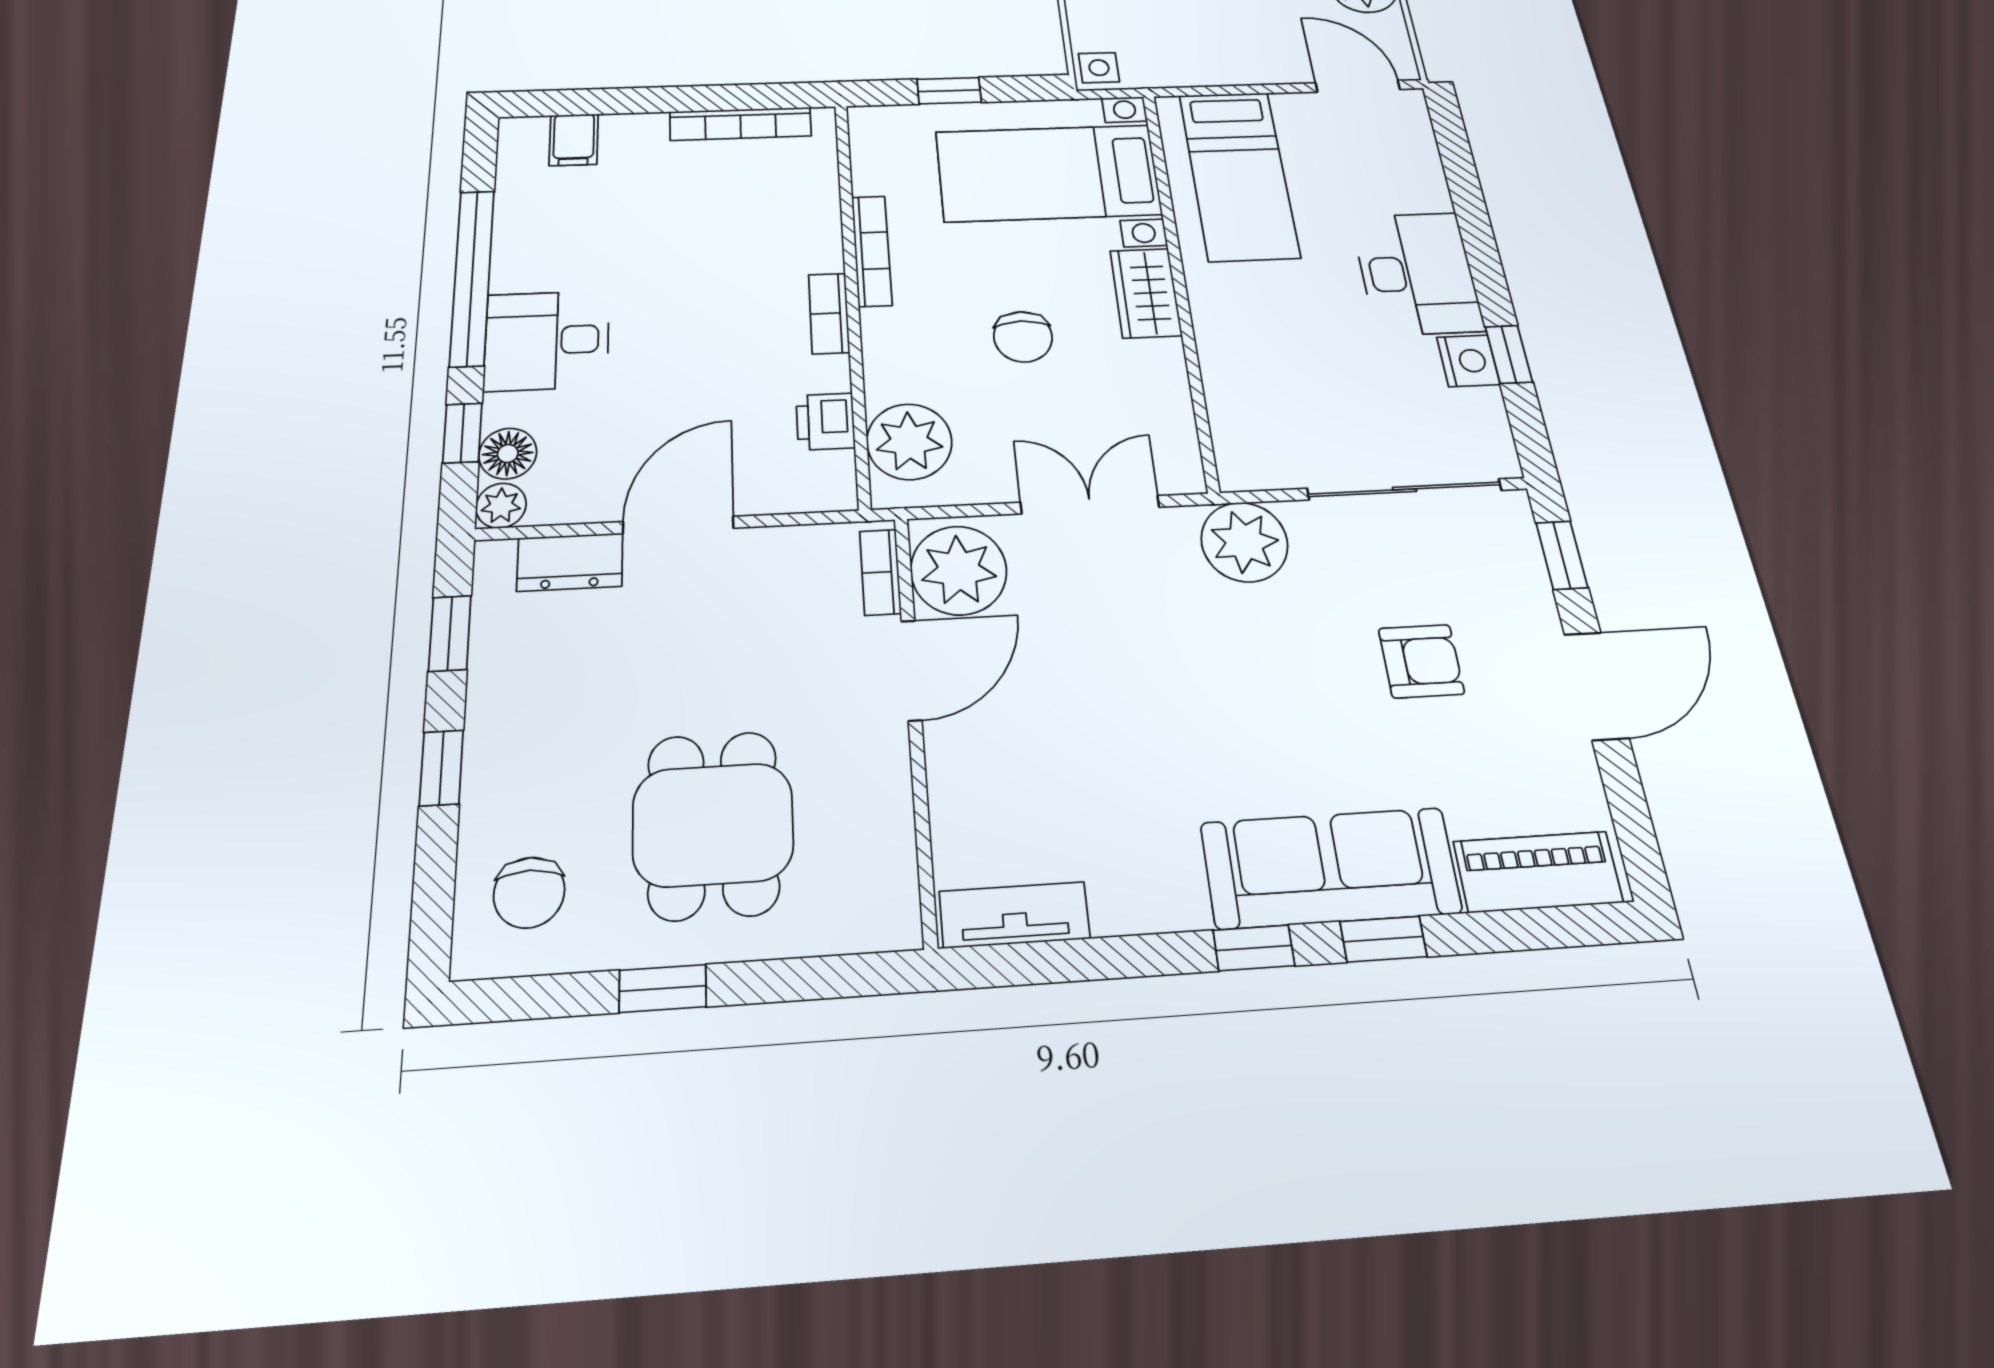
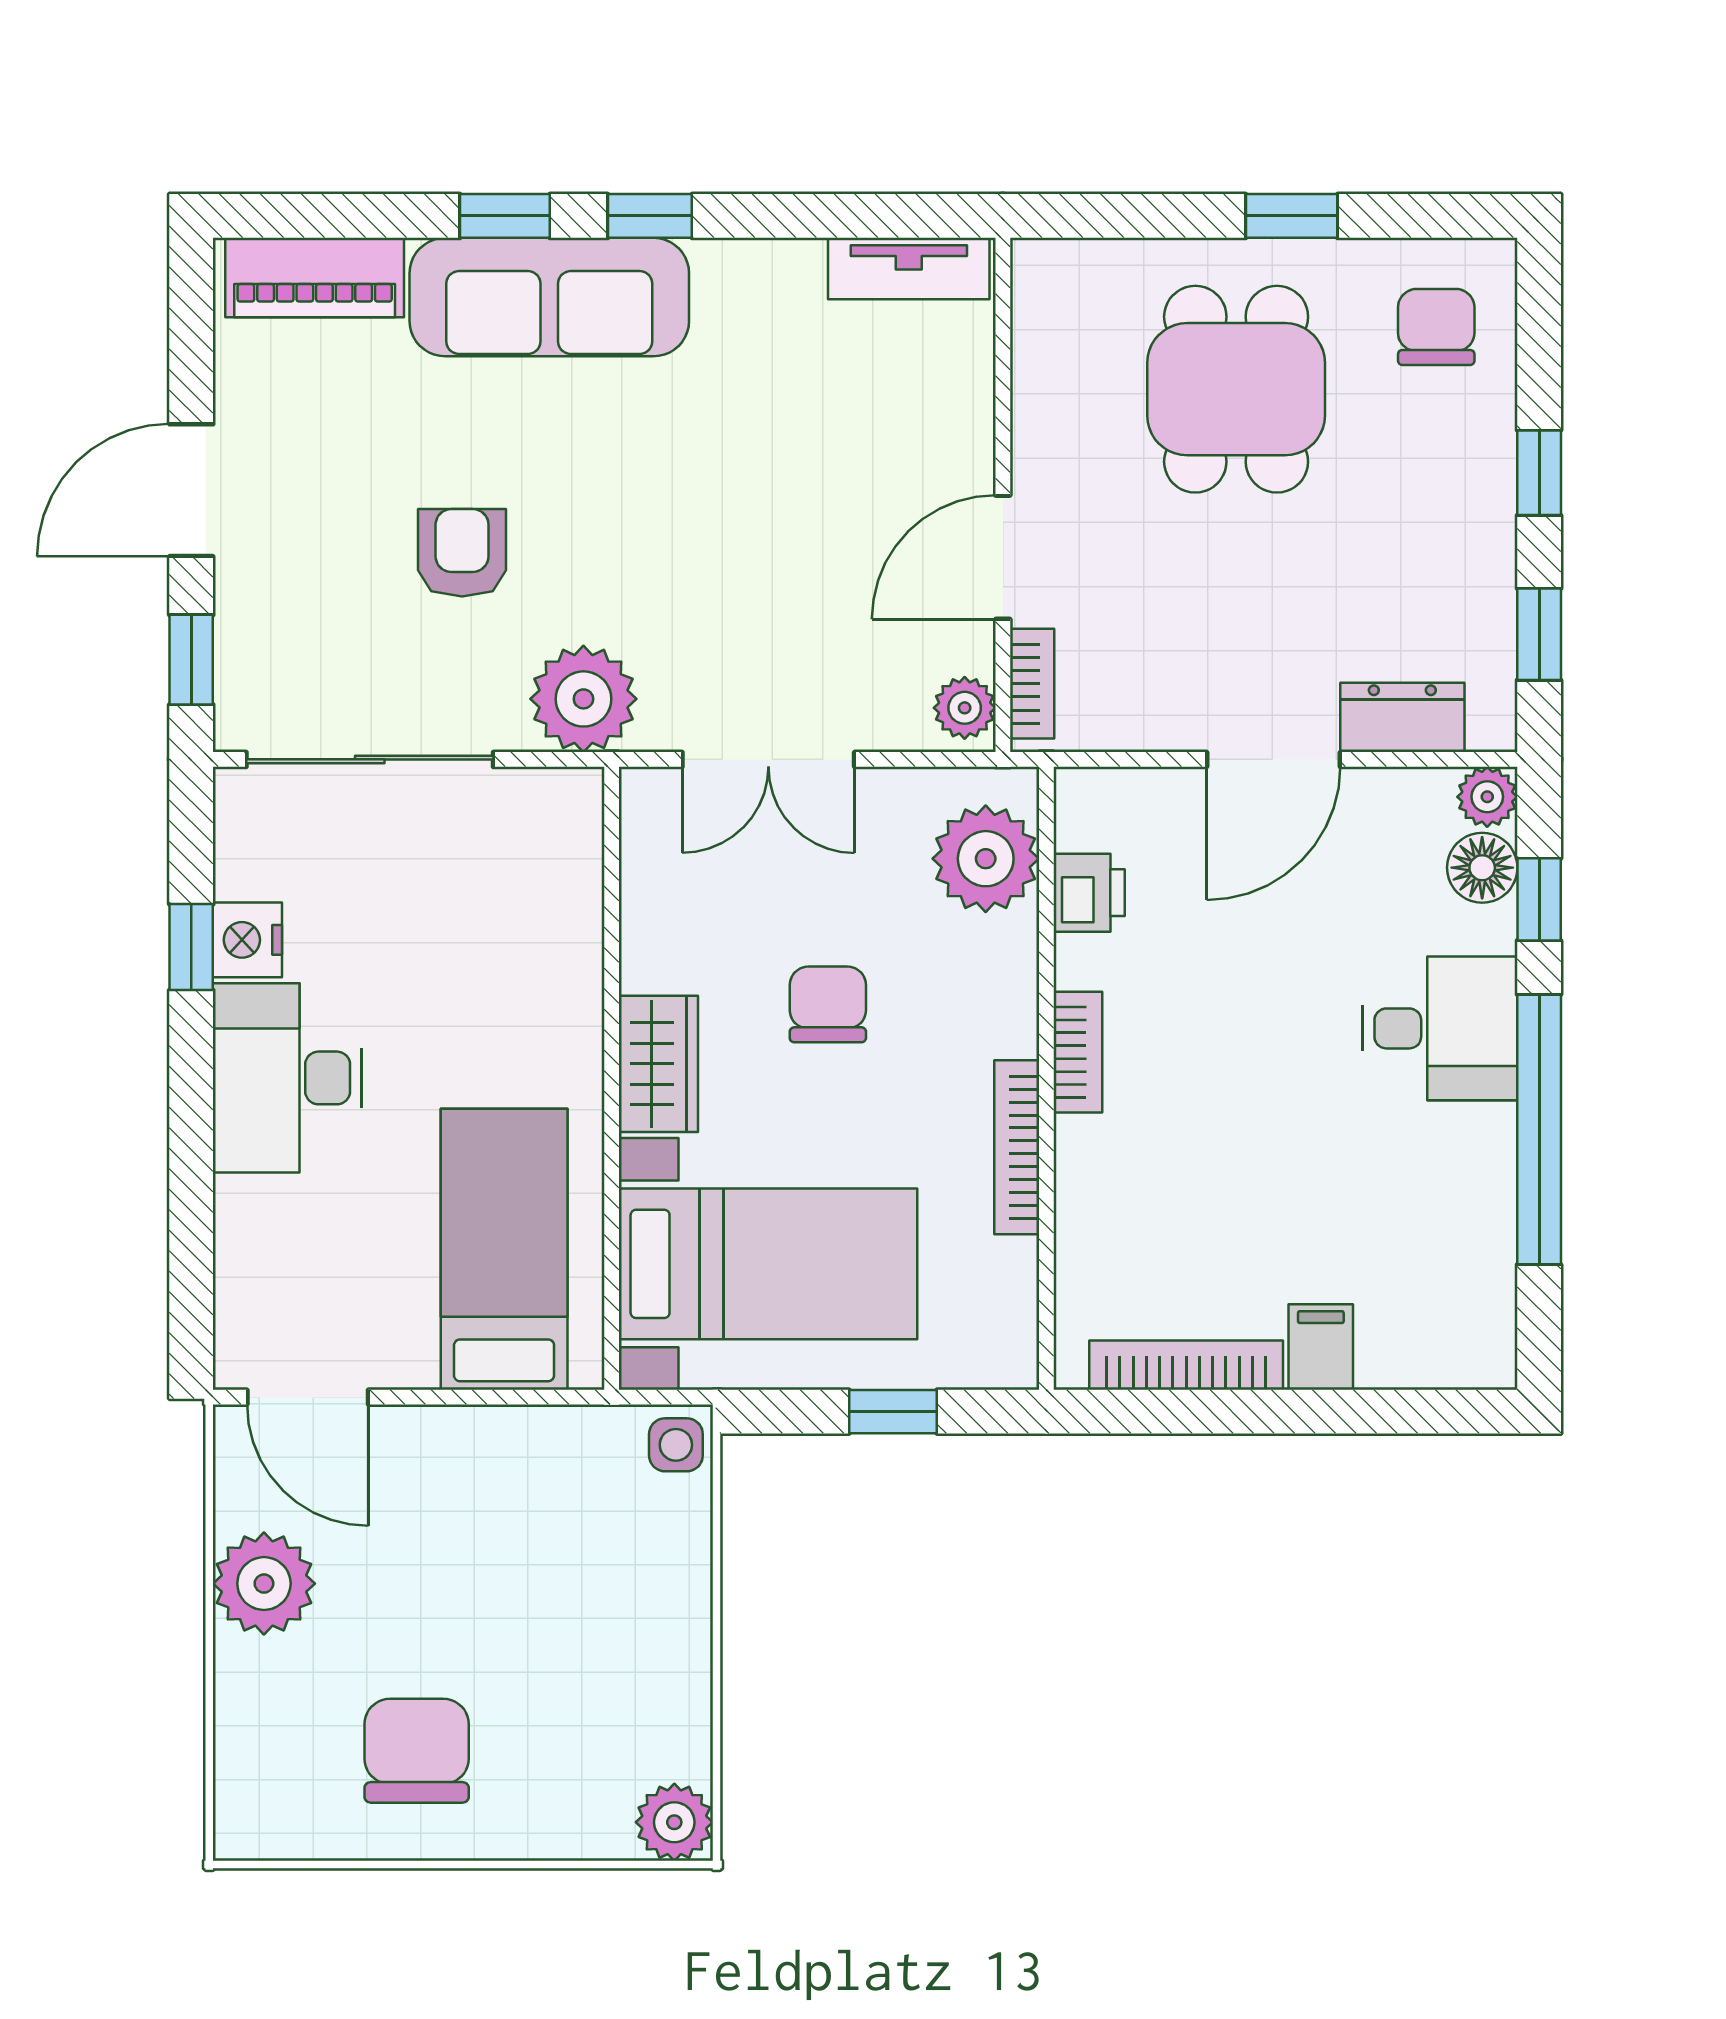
filing cabinet: (574, 140) -> (1321, 1347), moved
plant: (959, 570) -> (965, 708), width x0.53, depth x0.53
armchair: (1421, 661) -> (462, 553), moved, turned 90

